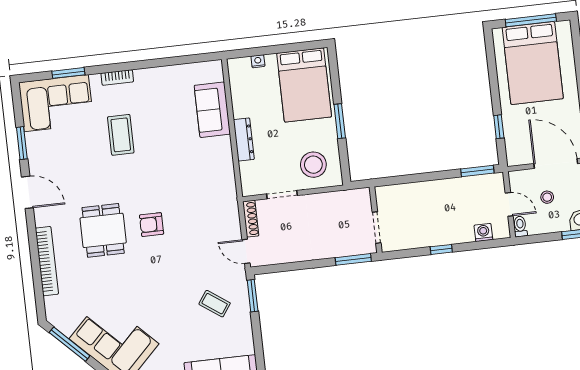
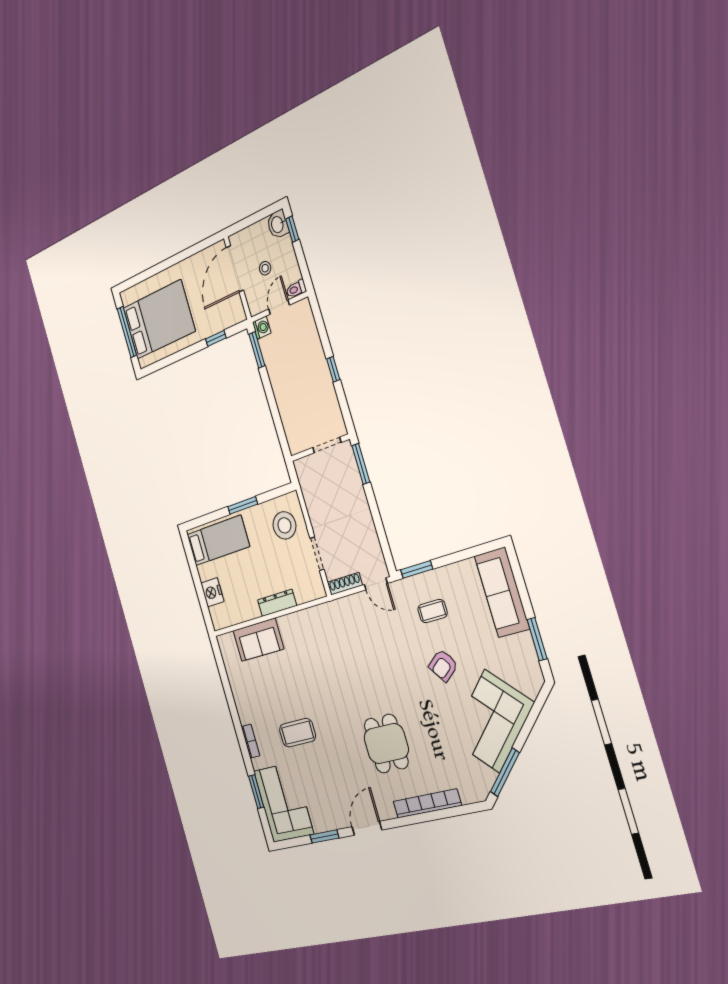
nightstand: (258, 61) -> (212, 592), width x1.89, depth x1.79
bed: (304, 85) -> (218, 540), width x0.67
armchair: (152, 225) -> (443, 665), moved, turned 53
dining table: (103, 230) -> (386, 744), turned 90
washing machine: (483, 232) -> (262, 328), moved, turned 180
door: (246, 251) -> (376, 584), hinge flipped
coffee table: (215, 304) -> (432, 611), turned 55

